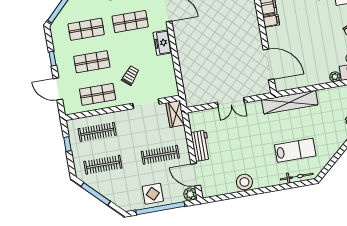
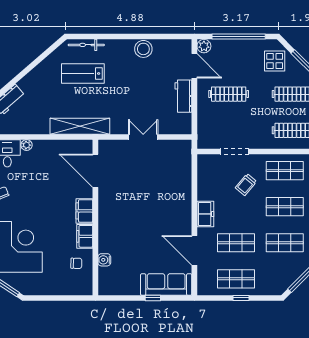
filing cabinet: (271, 21) -> (84, 211), width x2.00
wardrobe: (175, 114) -> (205, 135), removed
display table: (153, 194) -> (275, 61), moved

